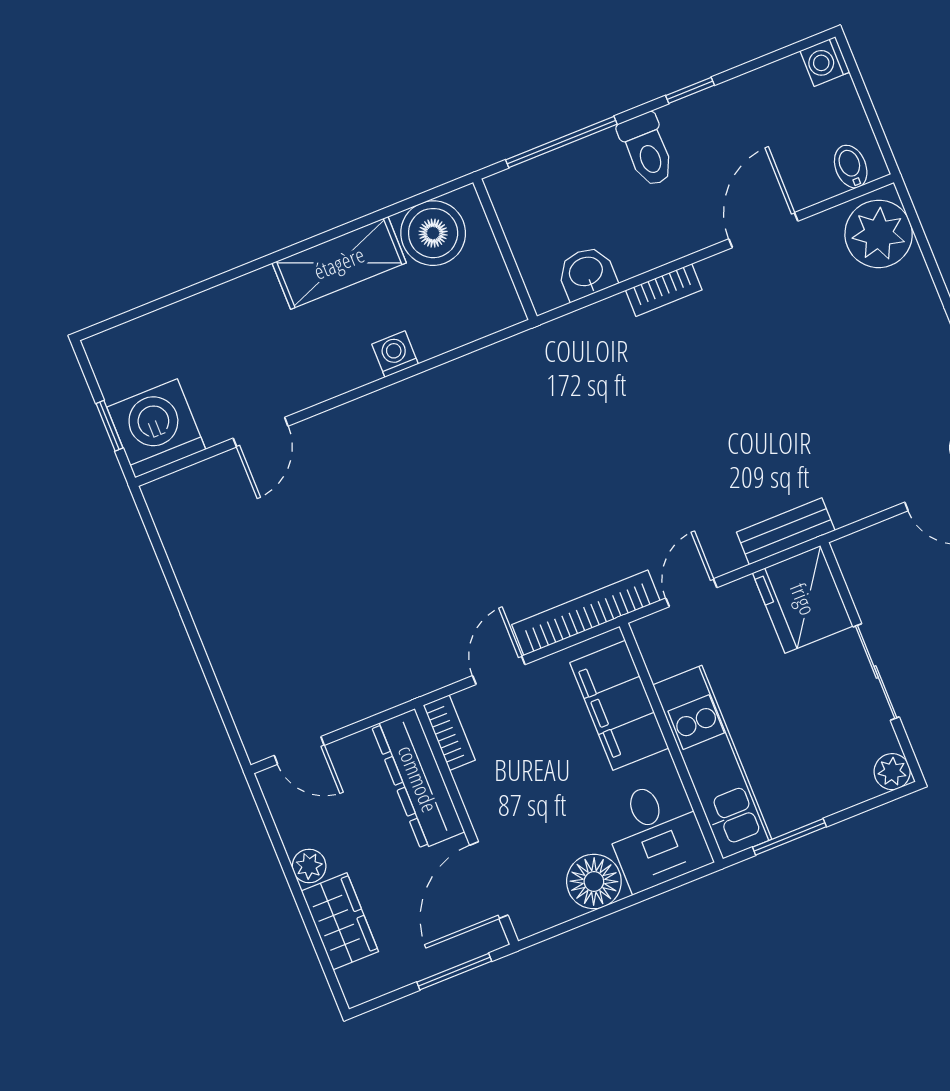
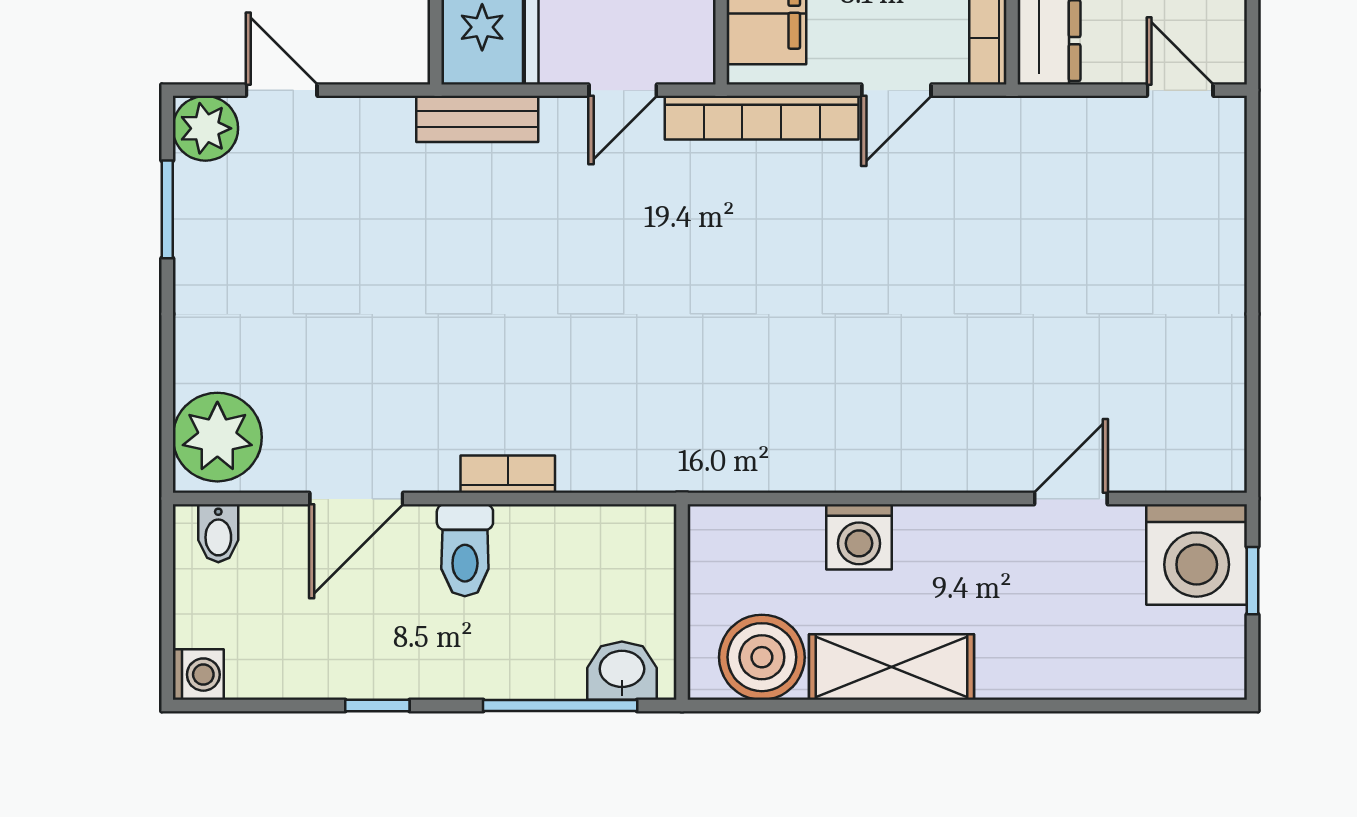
toilet: (647, 150) -> (465, 550), moved, turned 180
washbasin: (586, 273) -> (622, 671), moved, turned 180
washing machine: (395, 354) -> (859, 537), width x1.38, depth x1.38

